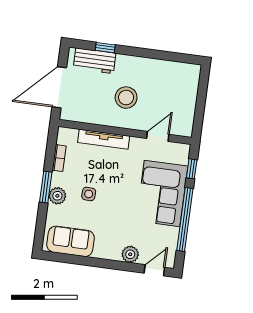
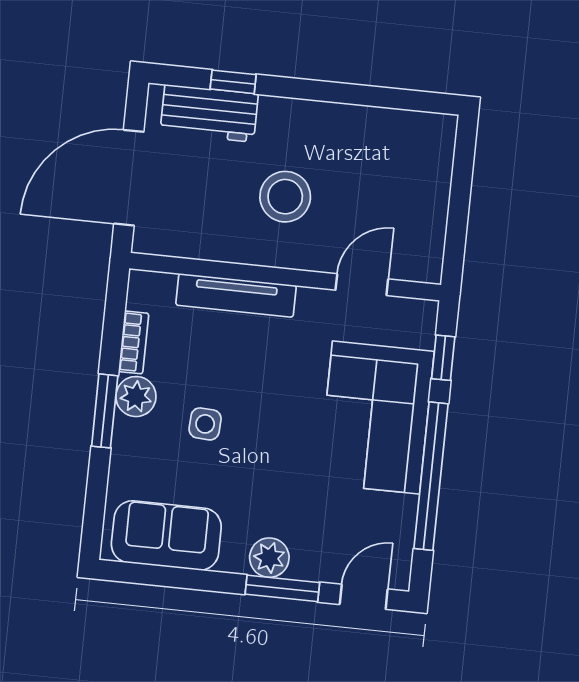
plant: (57, 196) -> (136, 397), moved
plant: (130, 254) -> (269, 558), moved
window: (120, 266) -> (282, 588), added

